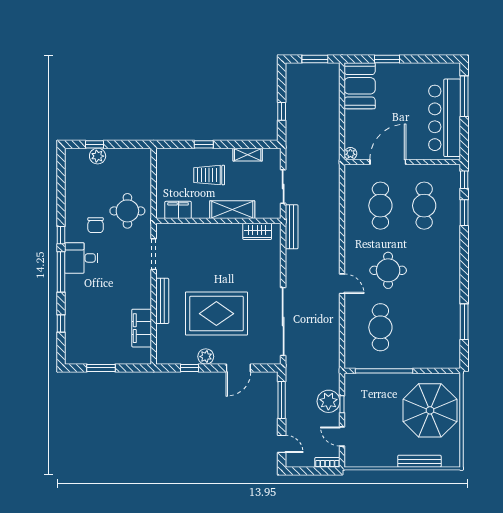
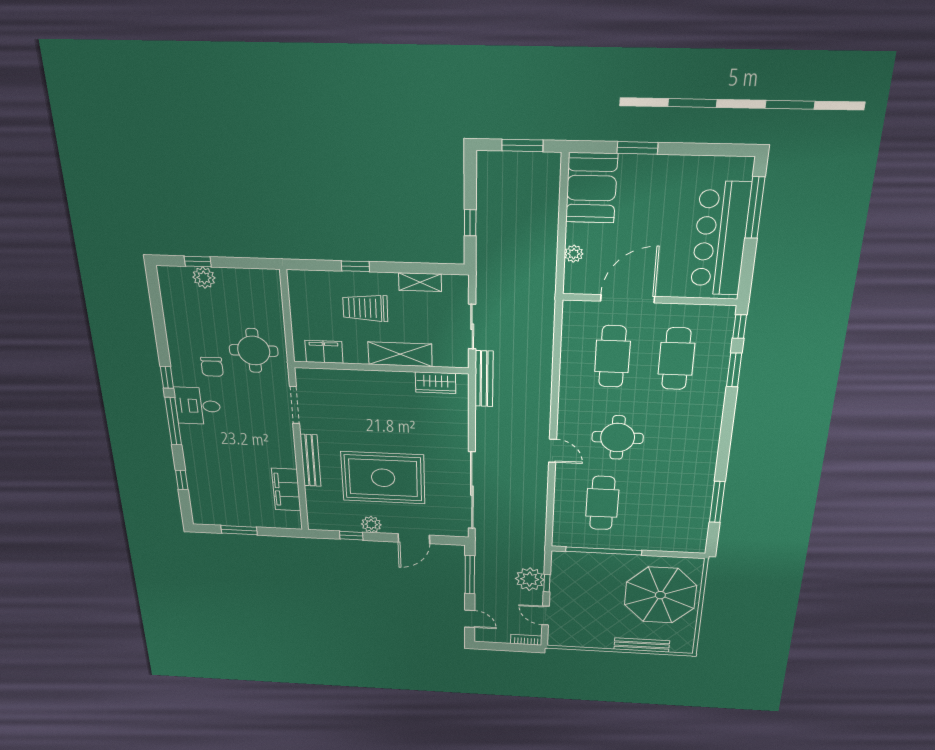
plant: (350, 154) -> (574, 254), moved

